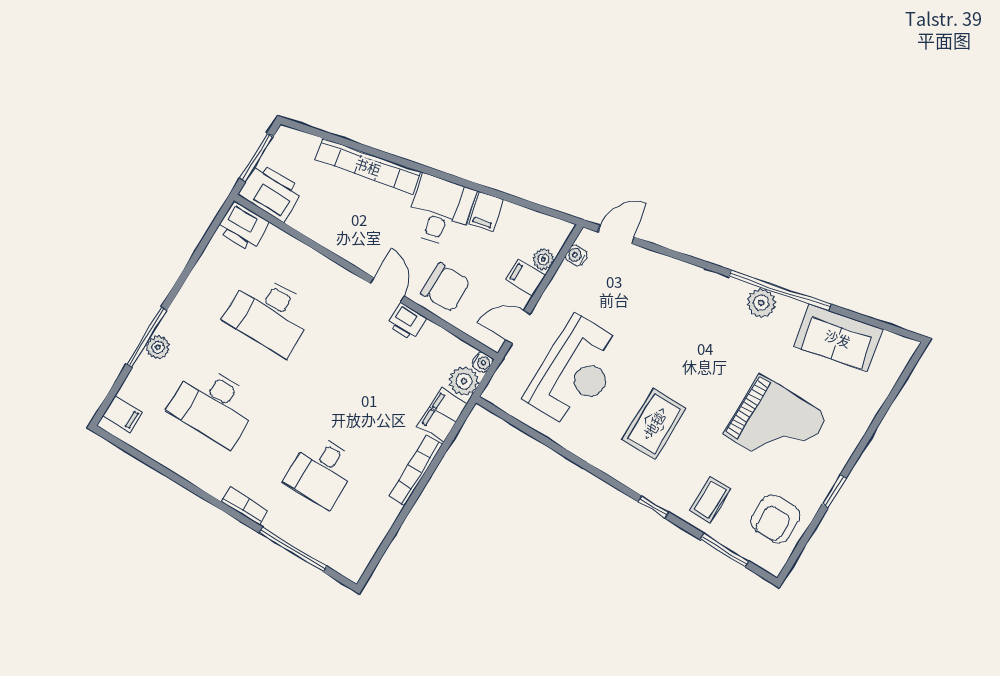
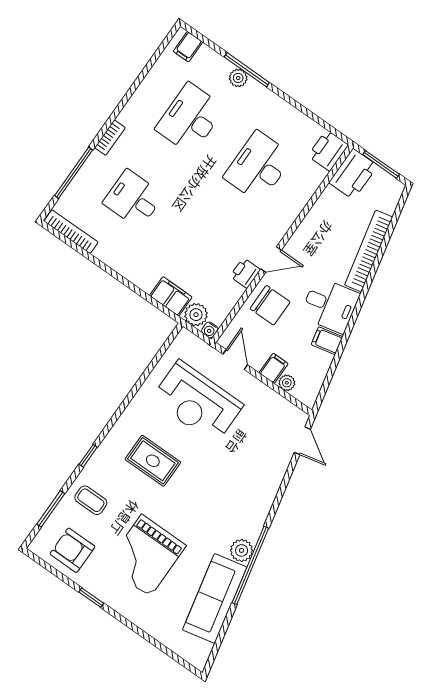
water cooler: (576, 256) -> (288, 409), removed
chair: (446, 287) -> (270, 305), turned -90
sofa: (838, 338) -> (215, 599), width x1.36
bookcase: (416, 470) -> (71, 232), moved

